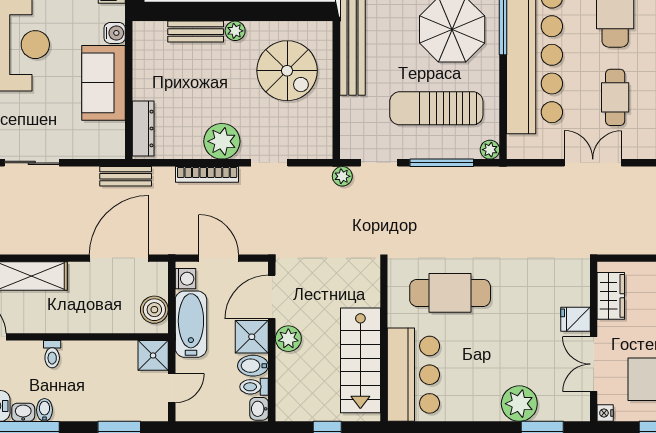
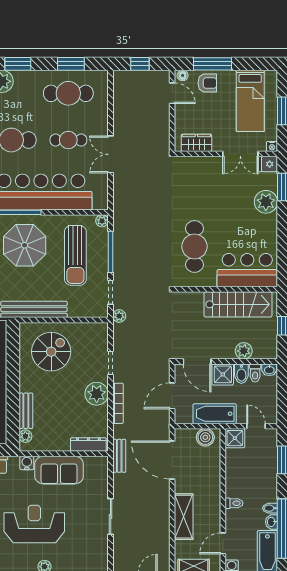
plant: (235, 31) -> (25, 436), moved
washing machine: (185, 279) -> (185, 417), removed
fridge: (576, 319) -> (268, 164), moved, turned 90
plant: (288, 339) -> (244, 351), moved

